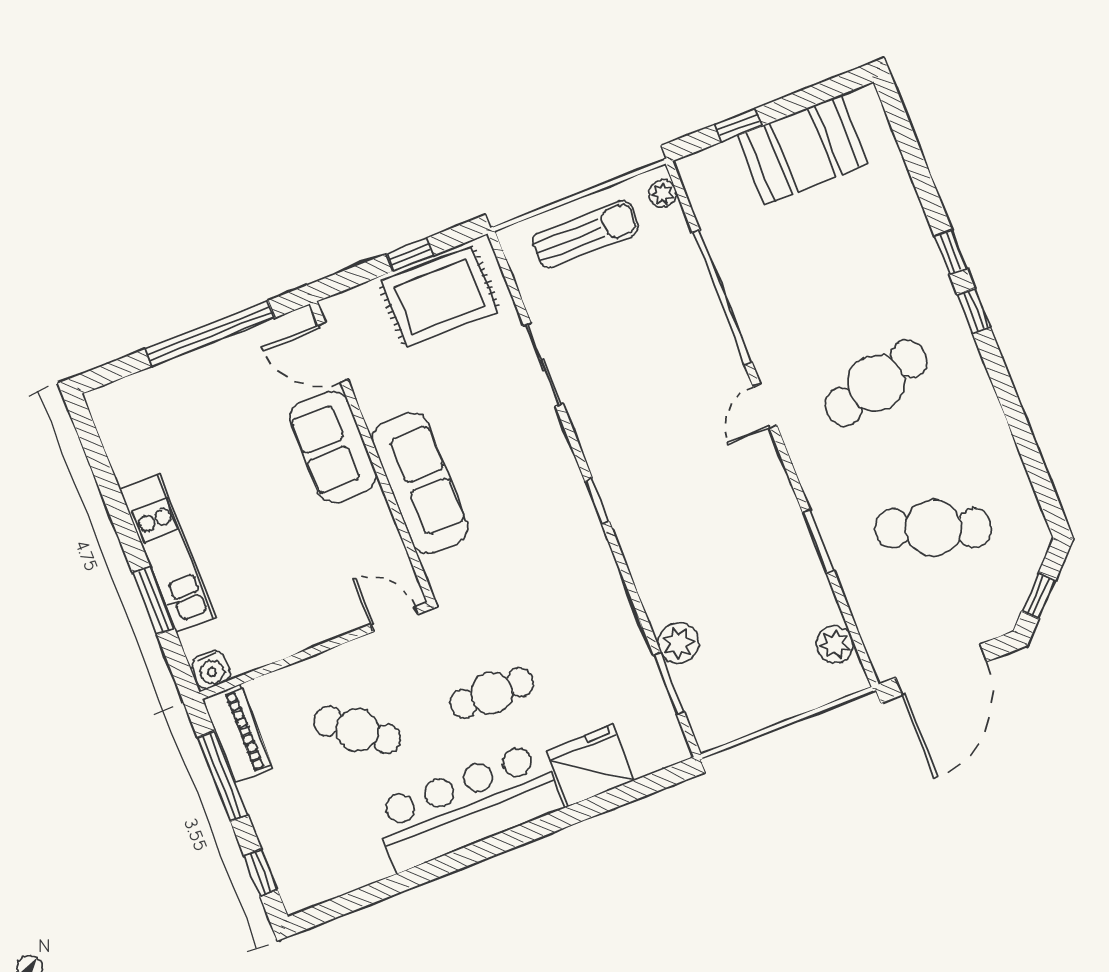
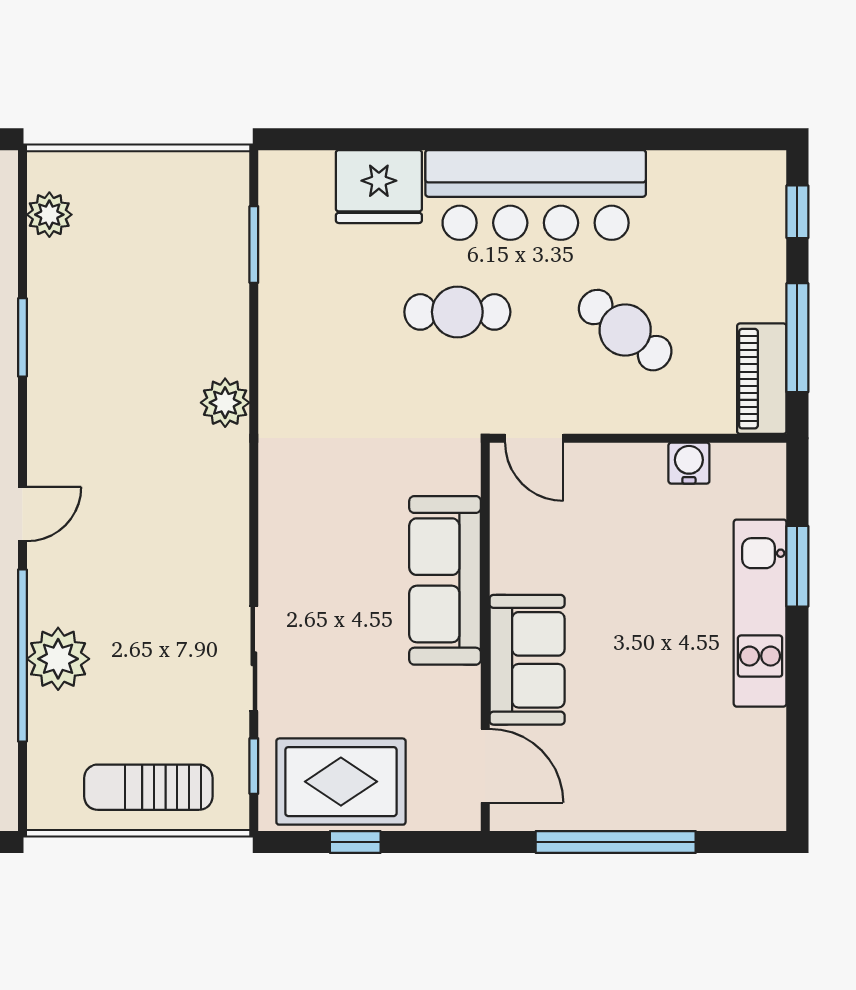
plant: (663, 194) -> (58, 659), moved, width x1.87, depth x1.87
window: (597, 501) -> (254, 766), moved
plant: (678, 643) -> (225, 403), moved
water cooler: (211, 669) -> (689, 463), moved

